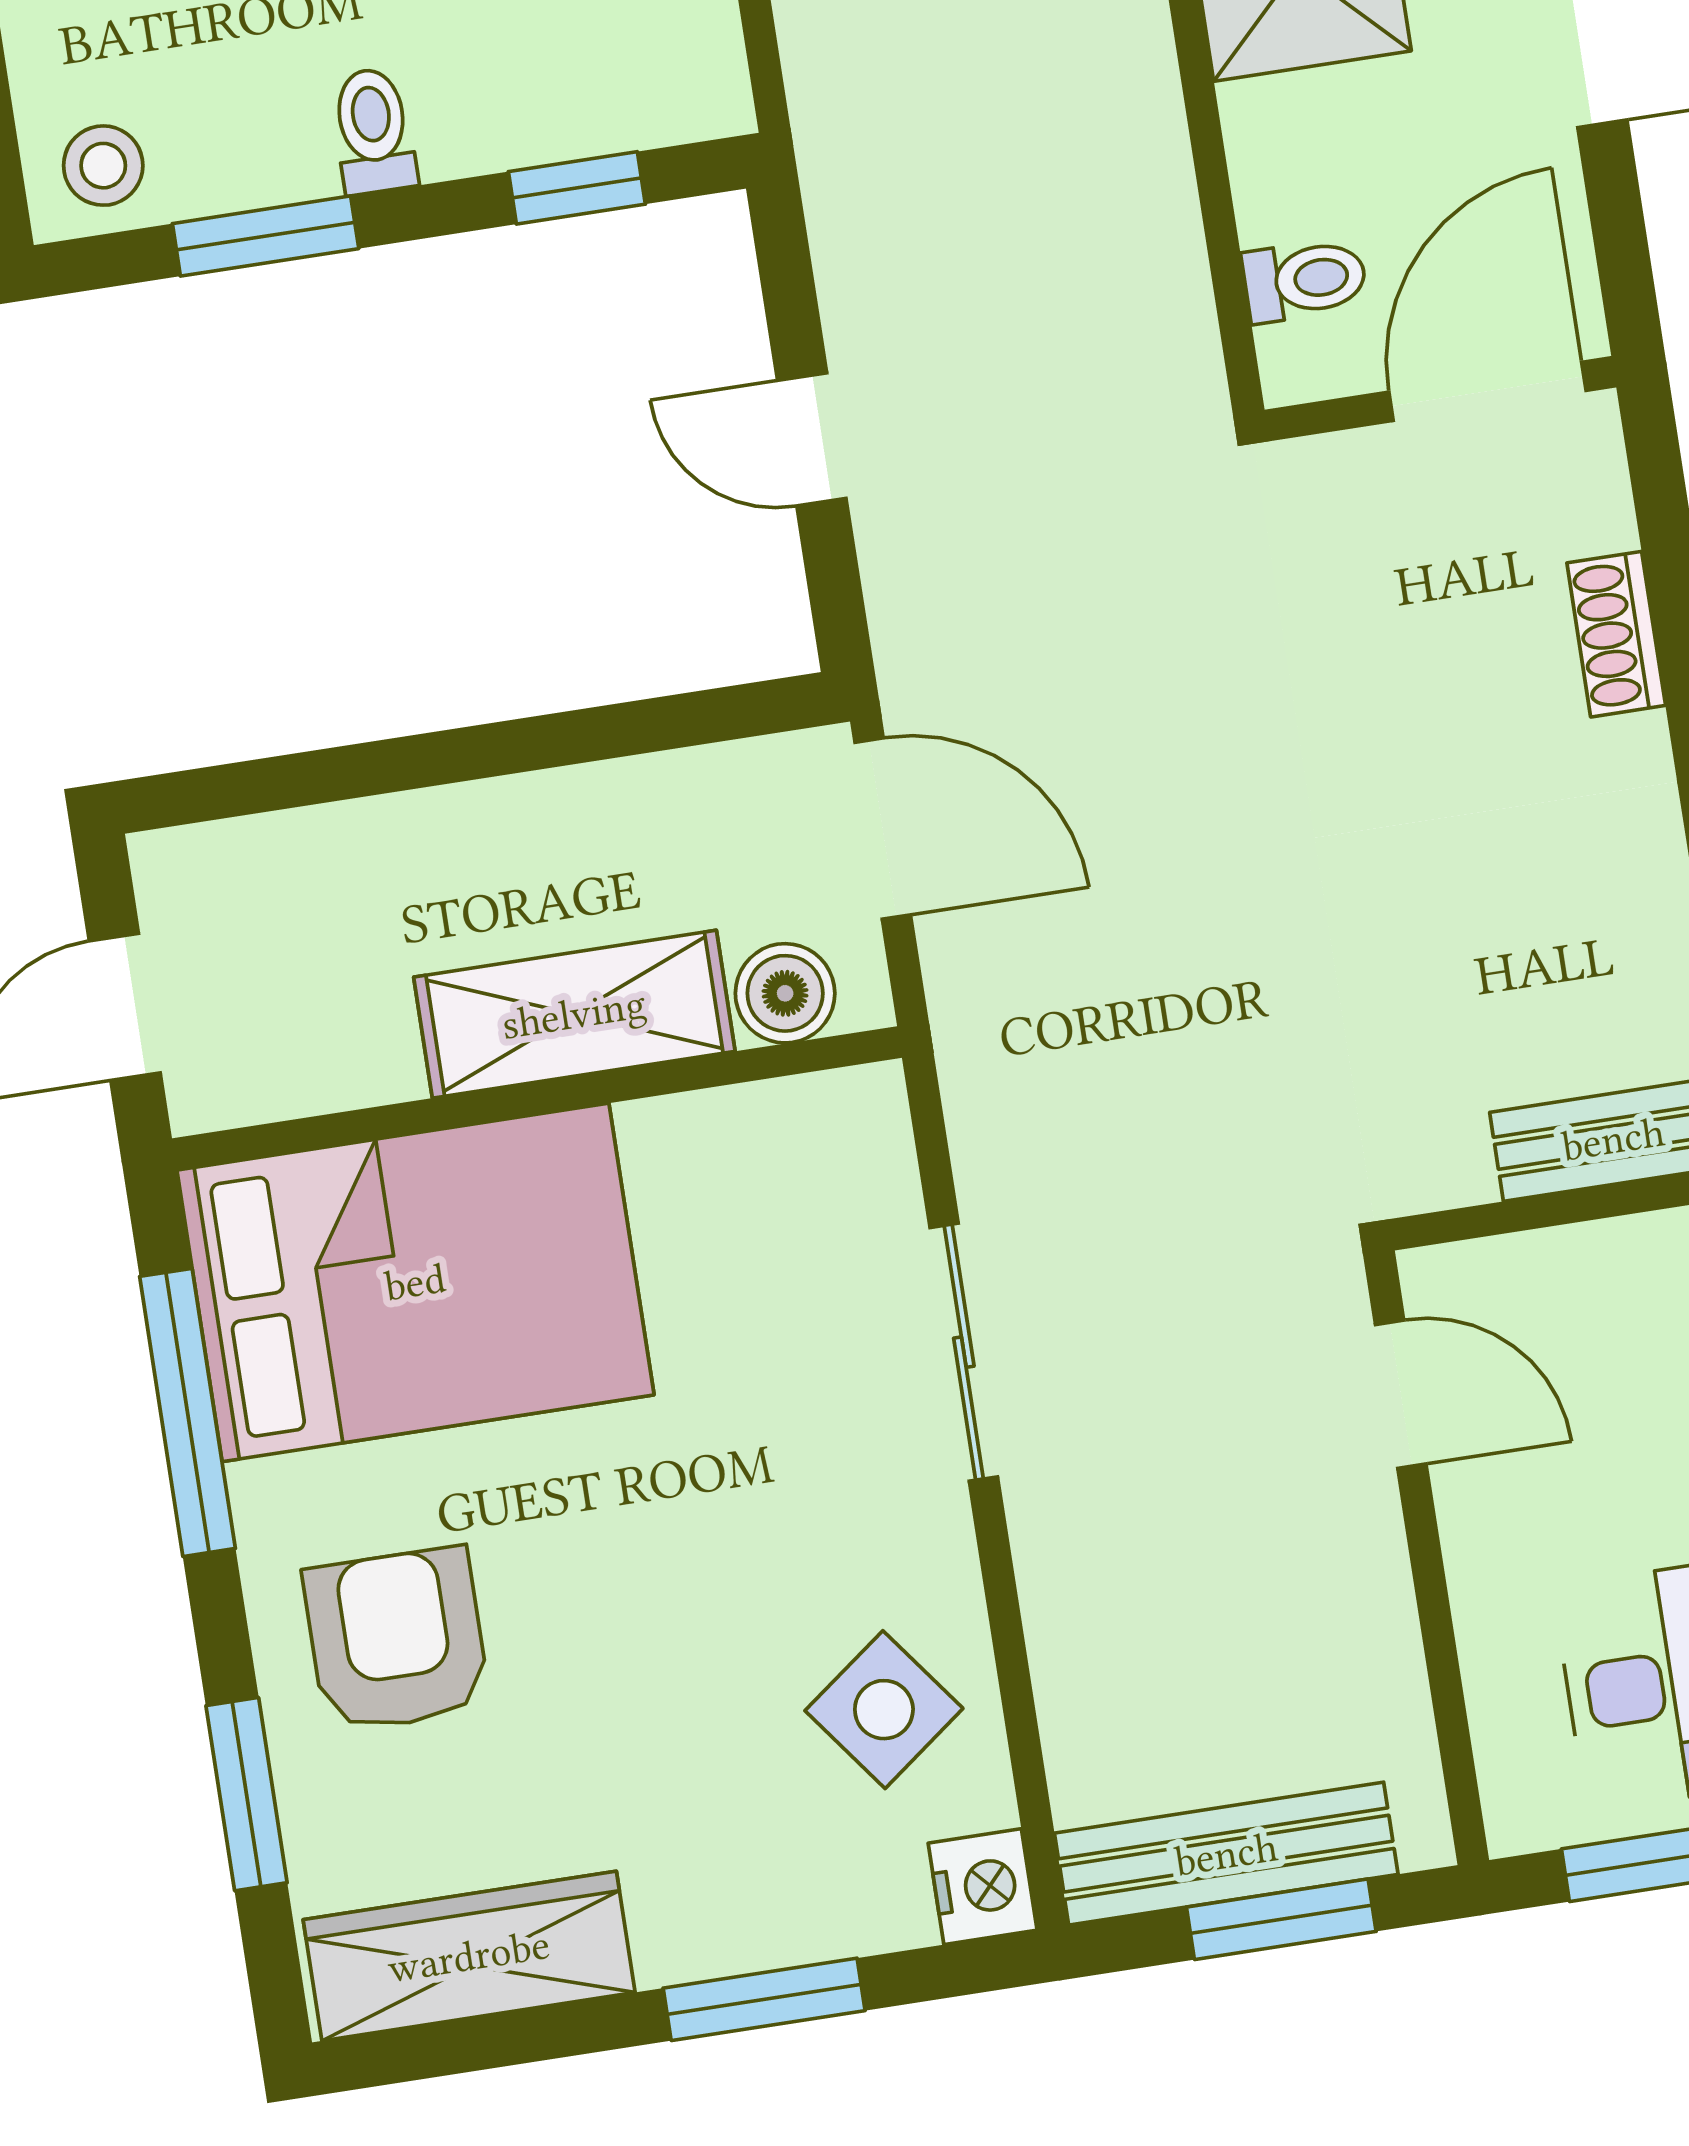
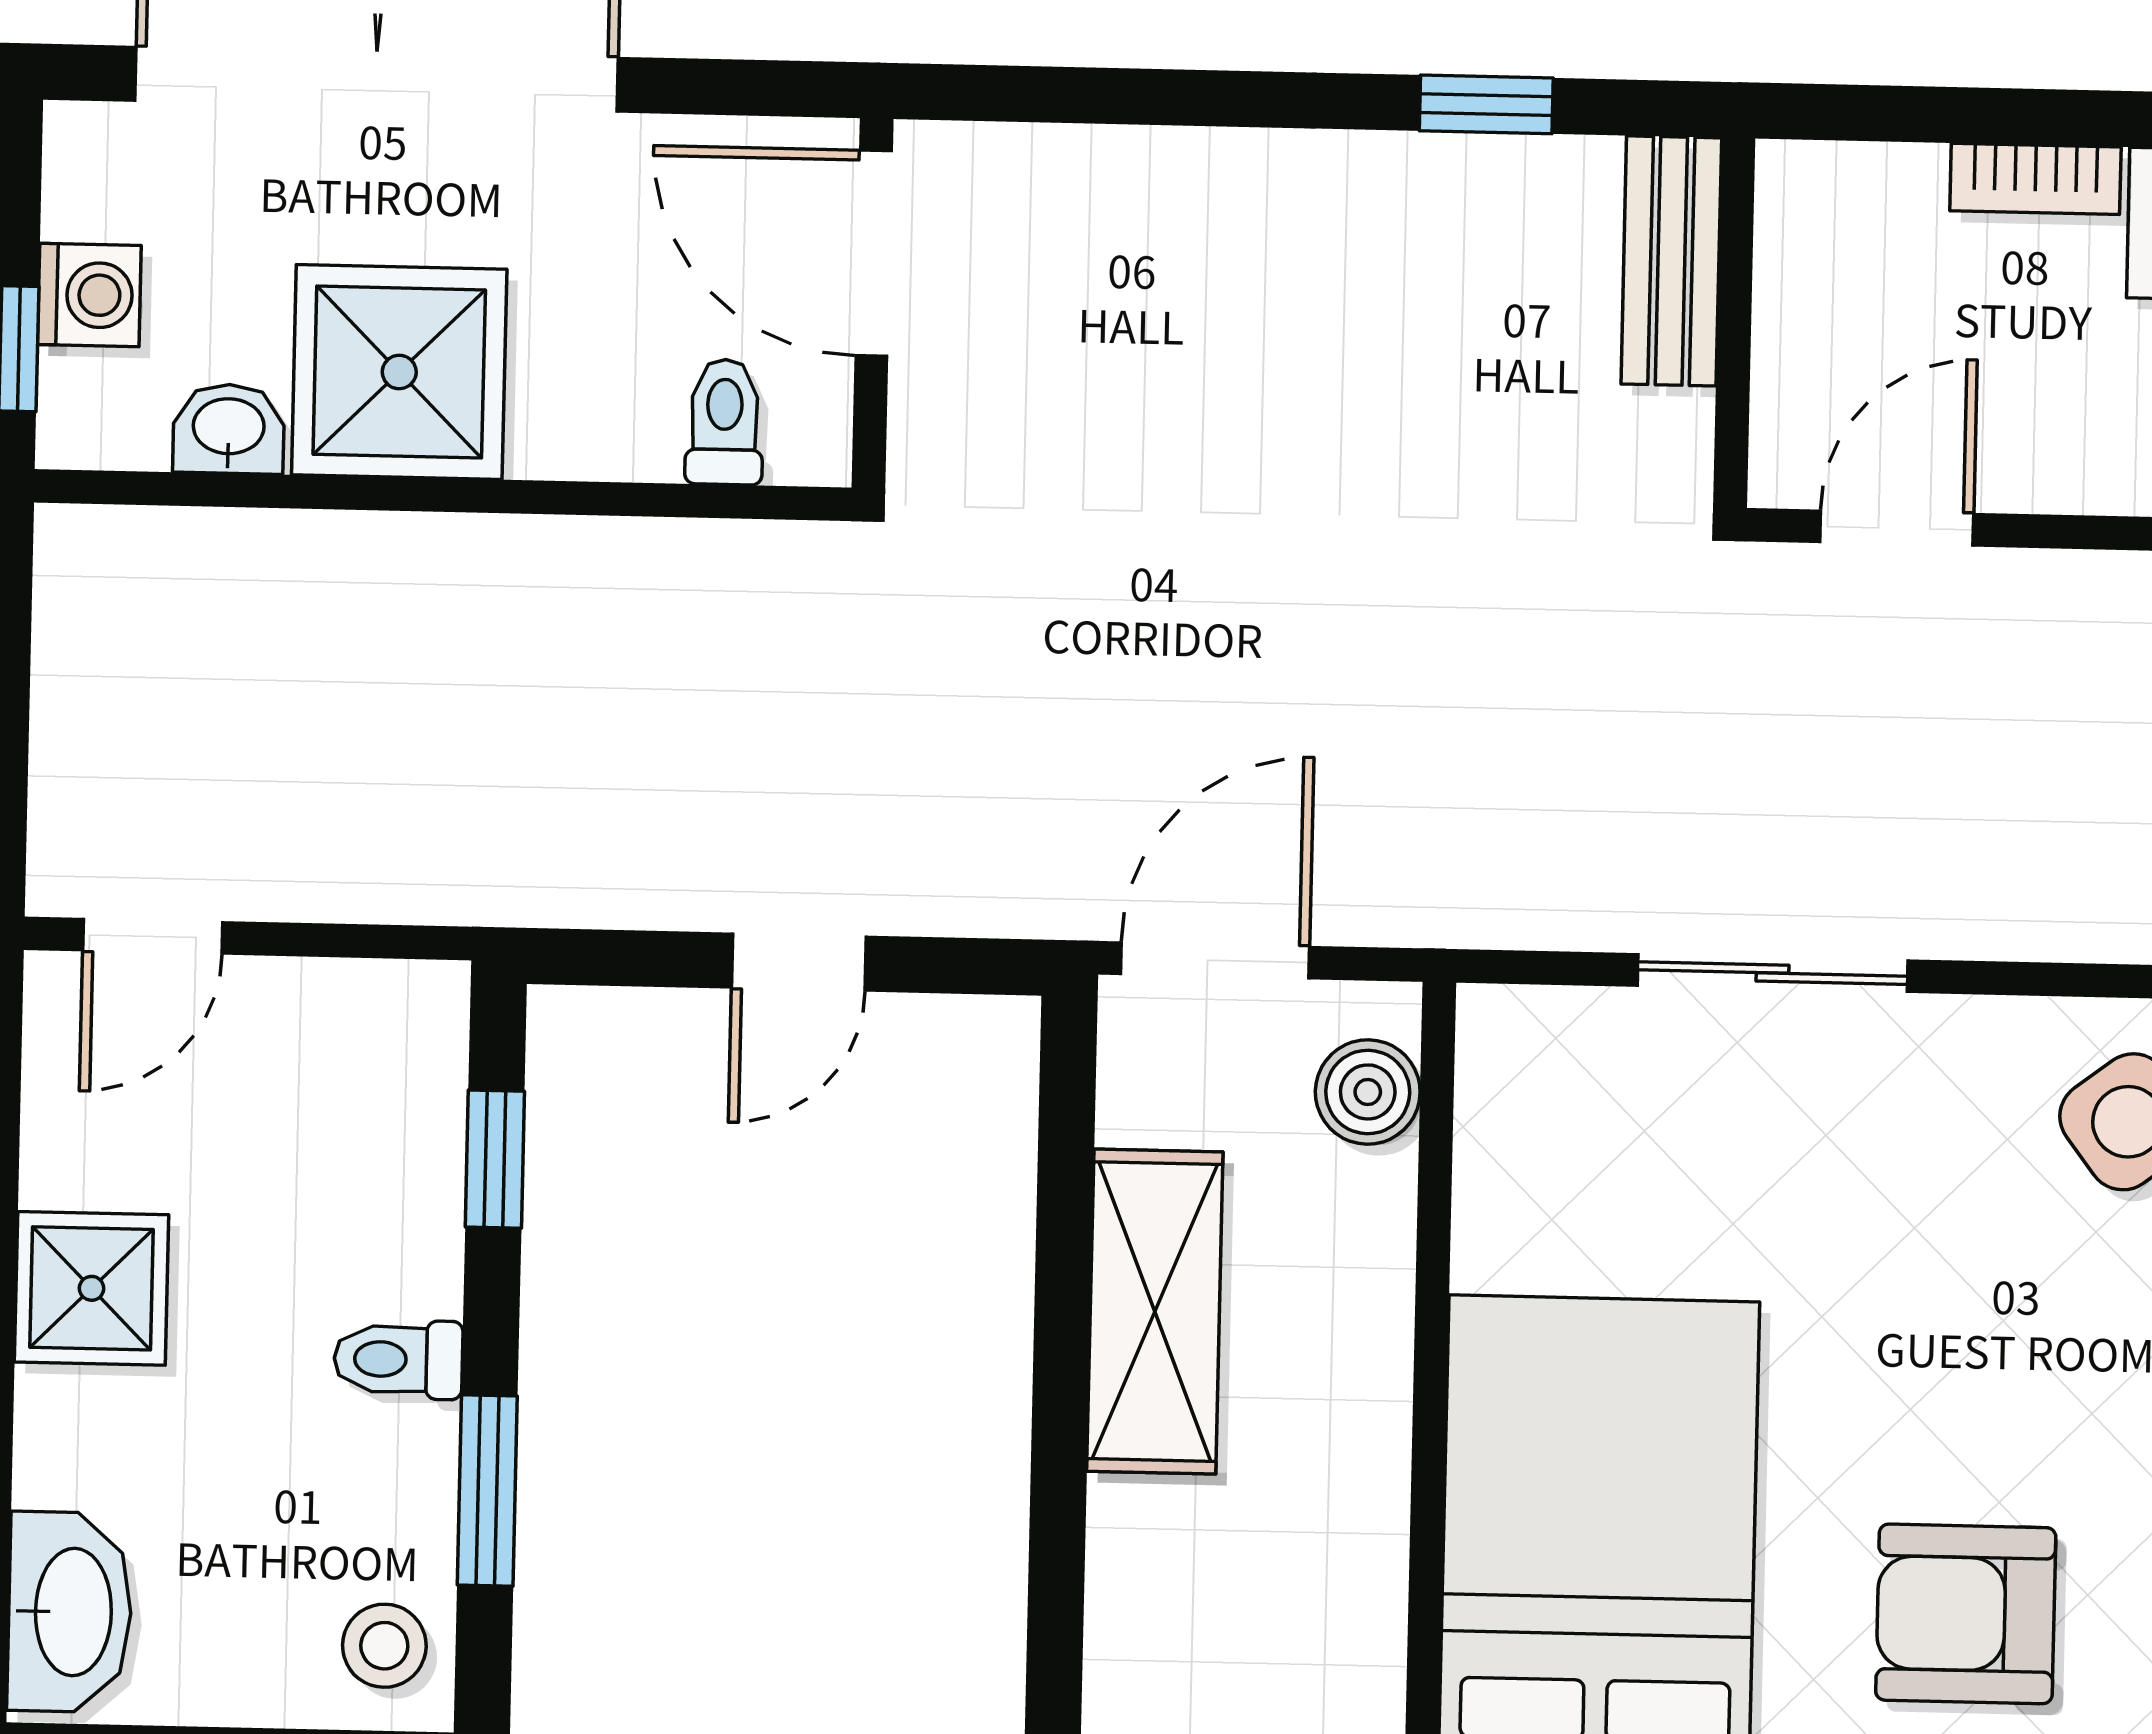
shoe rack: (1616, 634) -> (1149, 165), removed
shelving: (574, 1014) -> (1155, 1312), moved

